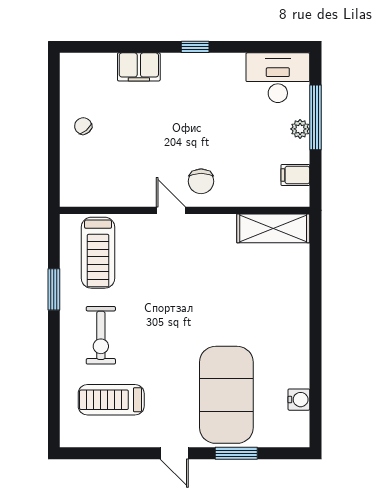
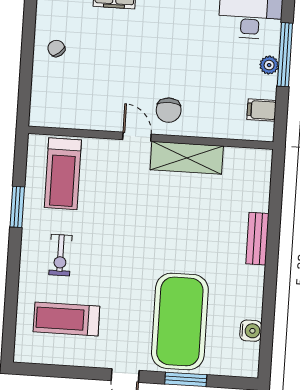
shelving: (273, 228) -> (187, 158), moved
bench: (300, 306) -> (257, 239), added
exercise bike: (101, 335) -> (60, 255), width x0.73, depth x0.72

